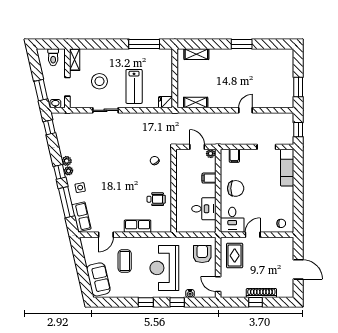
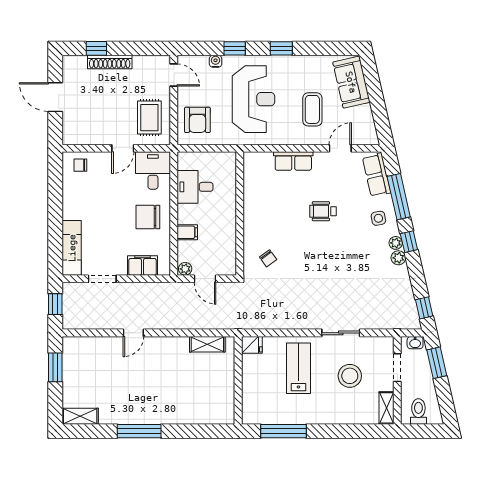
window: (242, 44) -> (139, 431), width x1.44
shelving: (196, 54) -> (80, 416), moved
filing cabinet: (234, 156) -> (143, 265), width x2.00
wheelchair: (156, 199) -> (323, 211), moved
window: (256, 302) -> (96, 48), moved

